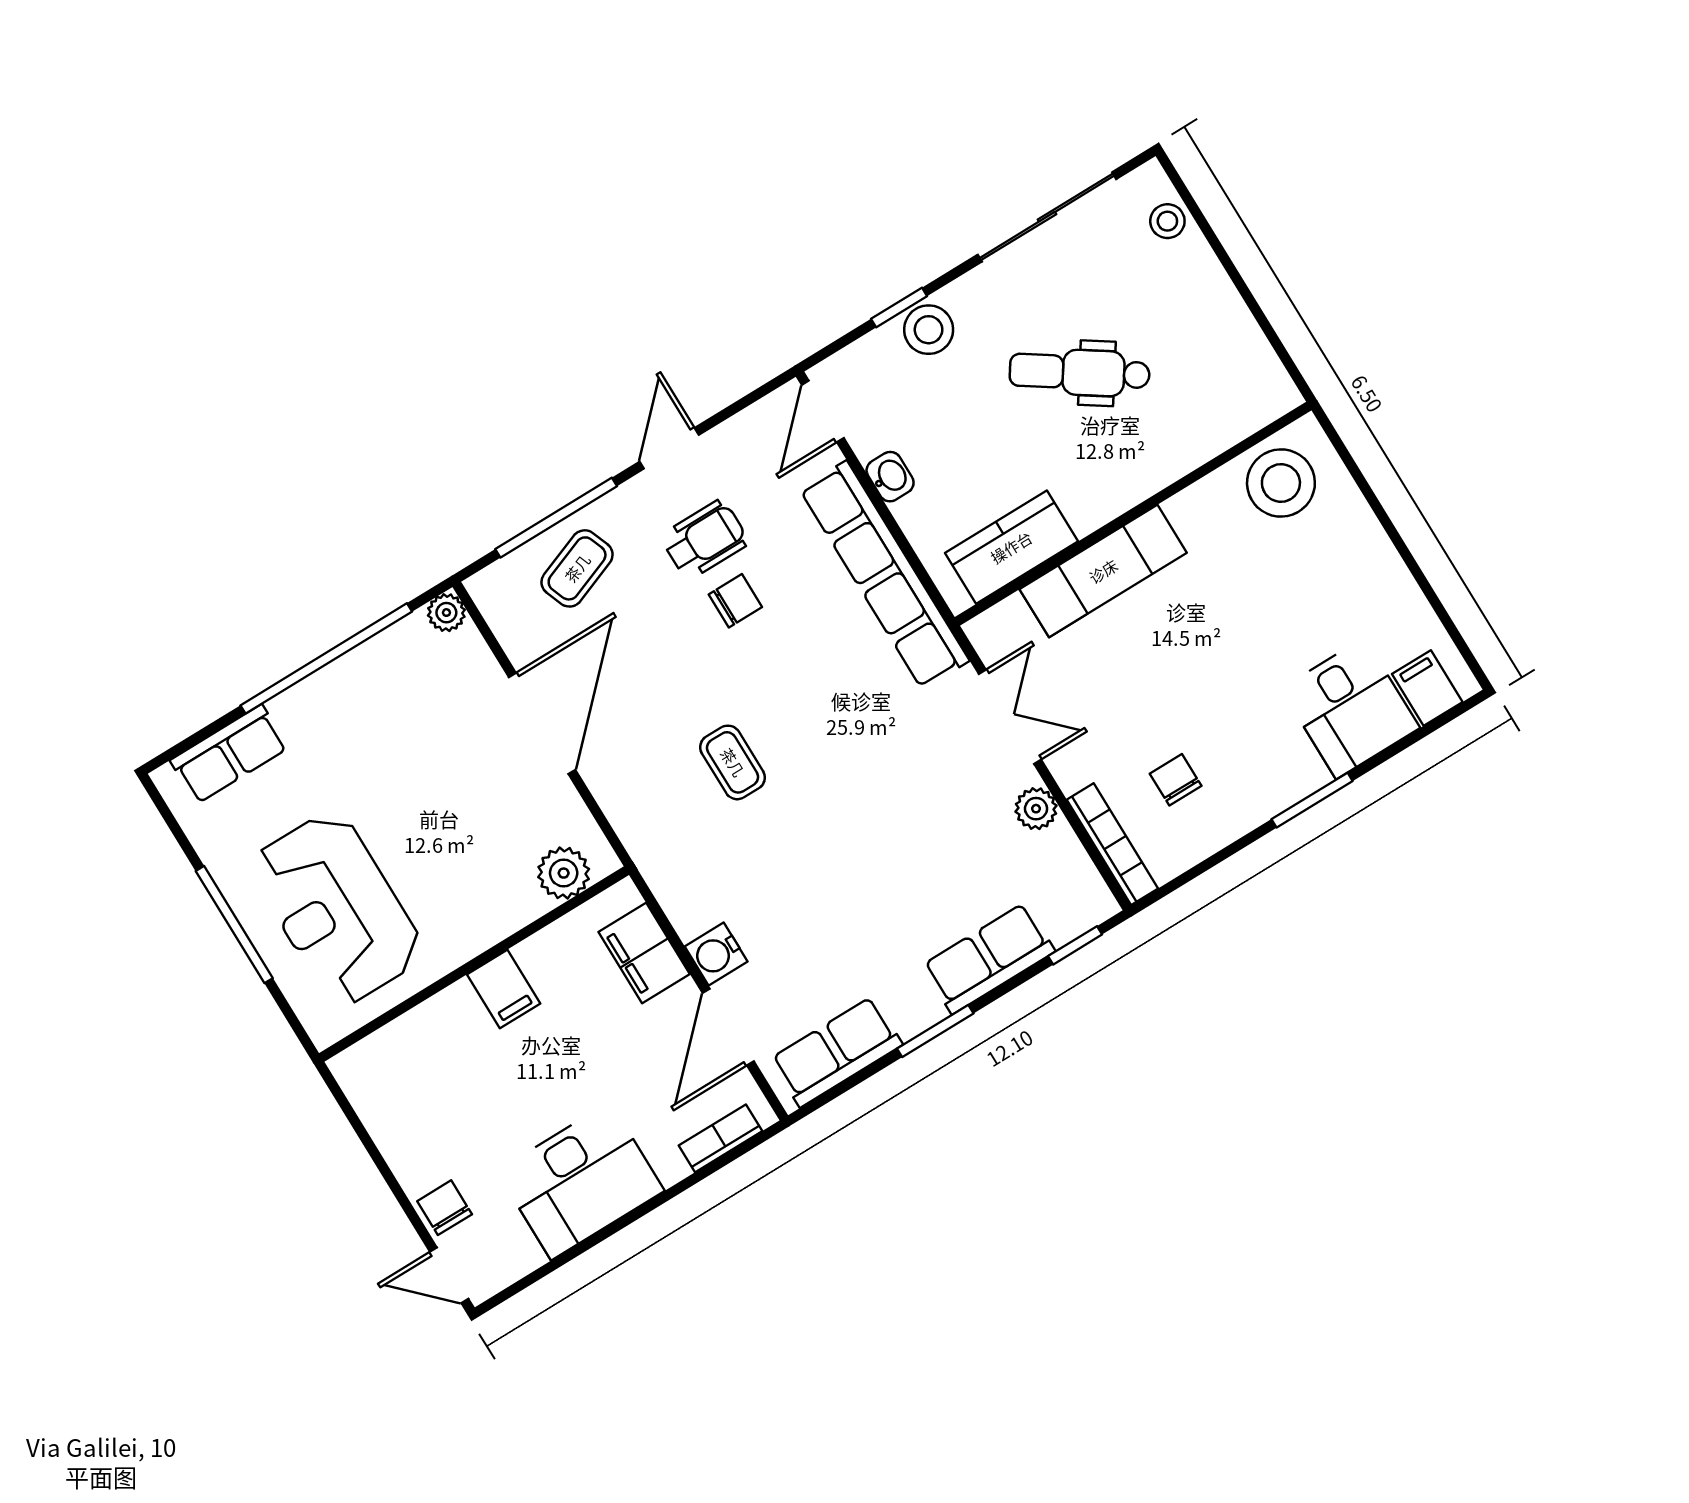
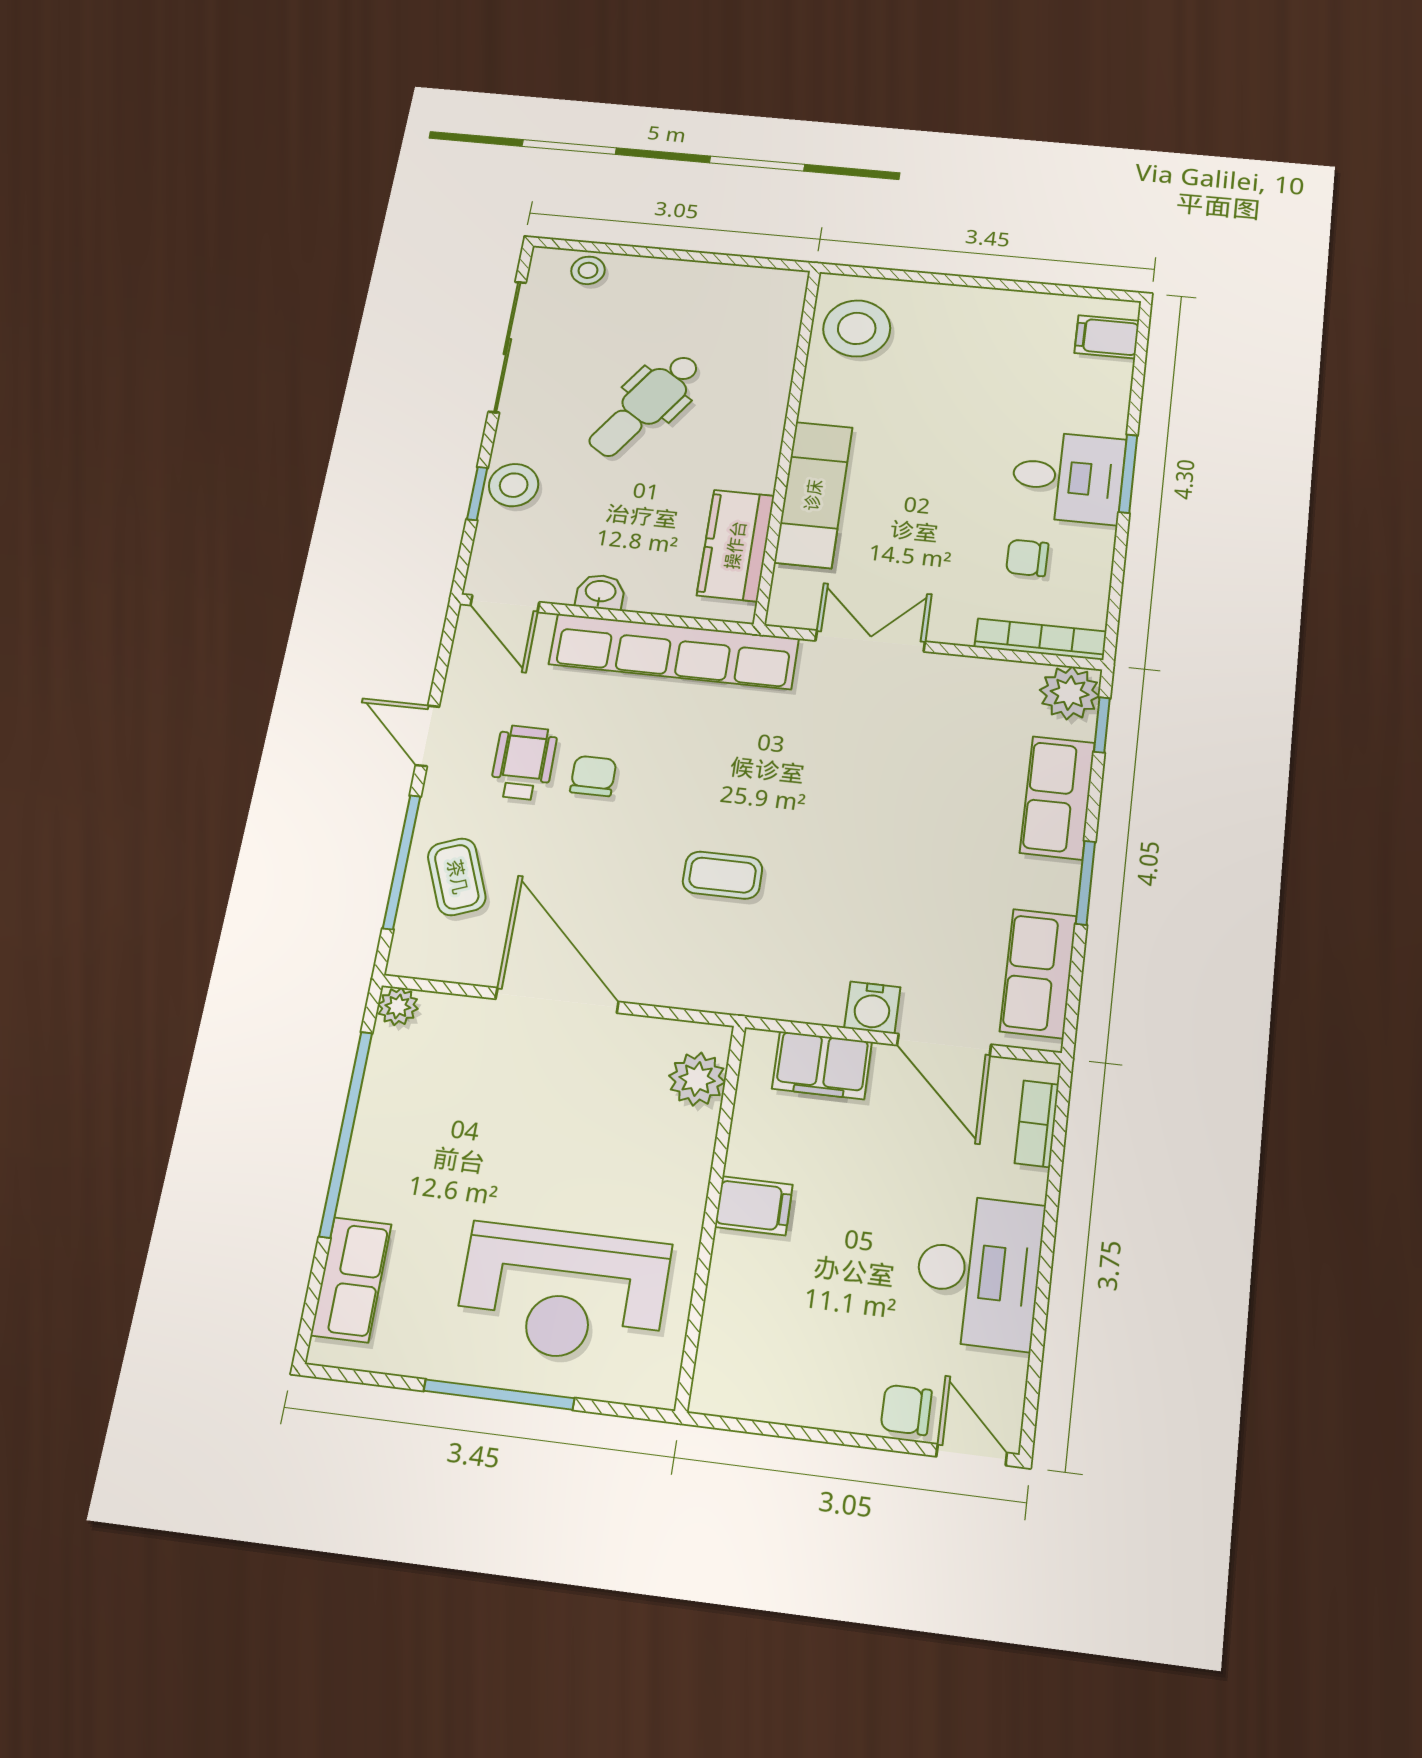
desk: (1350, 708) -> (1068, 477), moved
plant: (1036, 809) -> (1070, 693), moved, width x1.38, depth x1.38
door: (449, 1275) -> (972, 1455), swing flipped

